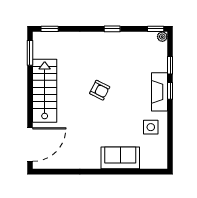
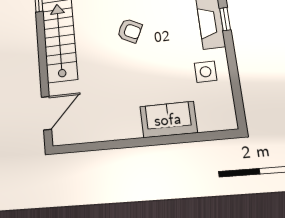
door: (30, 144) -> (46, 113), width x0.73

